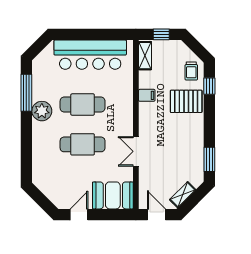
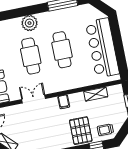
shelving: (145, 56) -> (96, 94), moved
filing cabinet: (147, 95) -> (64, 102), moved
plant: (42, 111) -> (29, 23), moved

